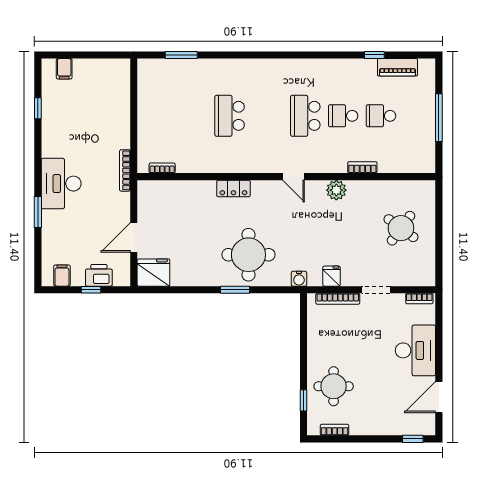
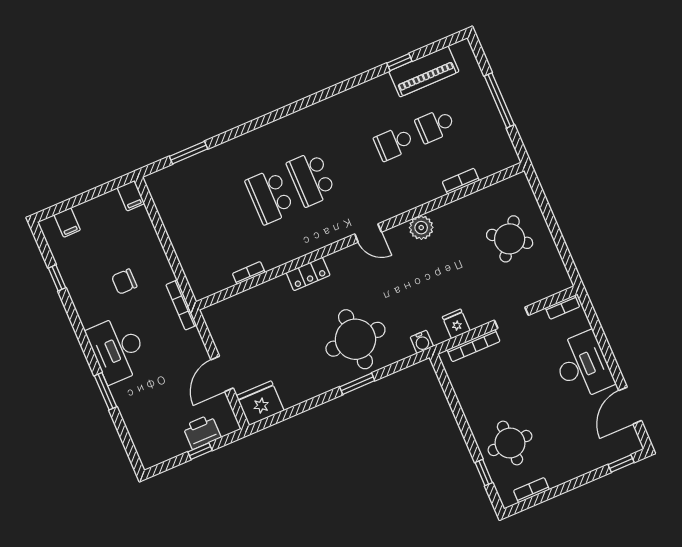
piano: (397, 67) -> (424, 71), width x1.37, depth x1.33
school desk: (305, 116) -> (311, 179), moved
chair: (89, 133) -> (124, 282), added
bookcase: (362, 167) -> (461, 181), moved
bookcase: (162, 168) -> (249, 273), moved
filing cabinet: (62, 276) -> (131, 196), moved, turned 180

